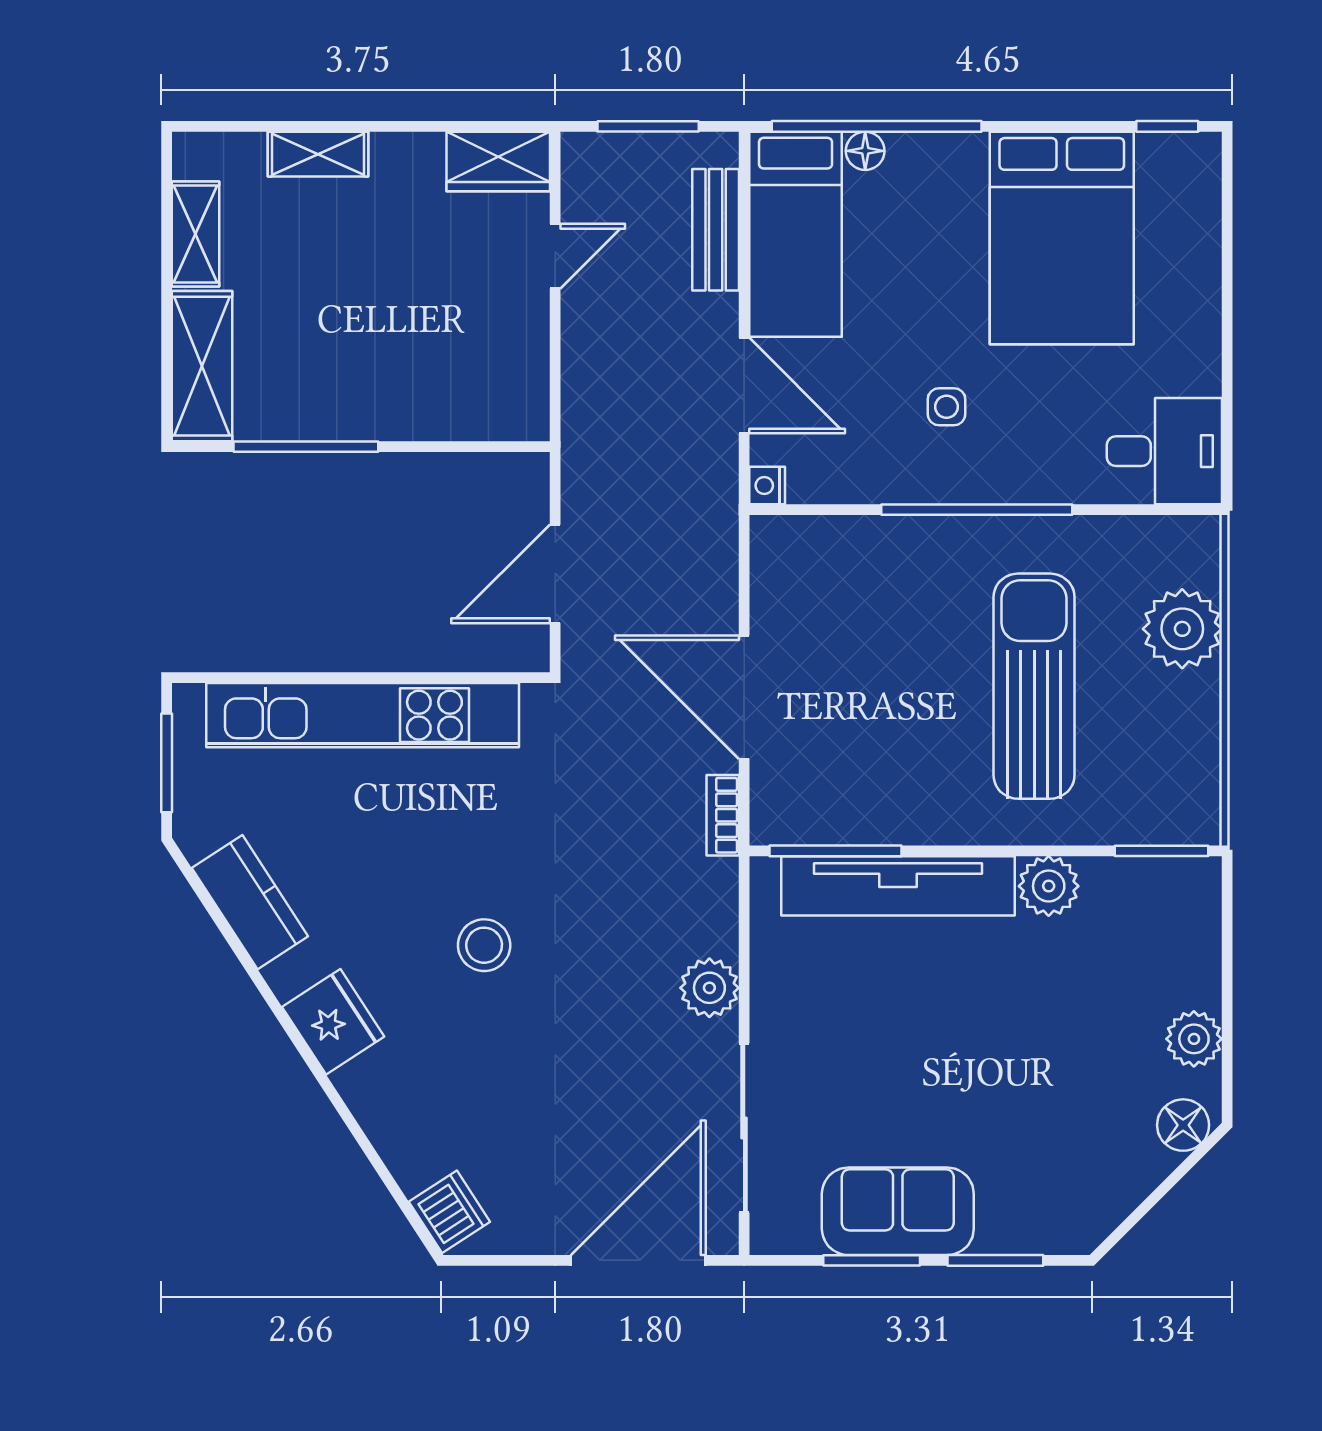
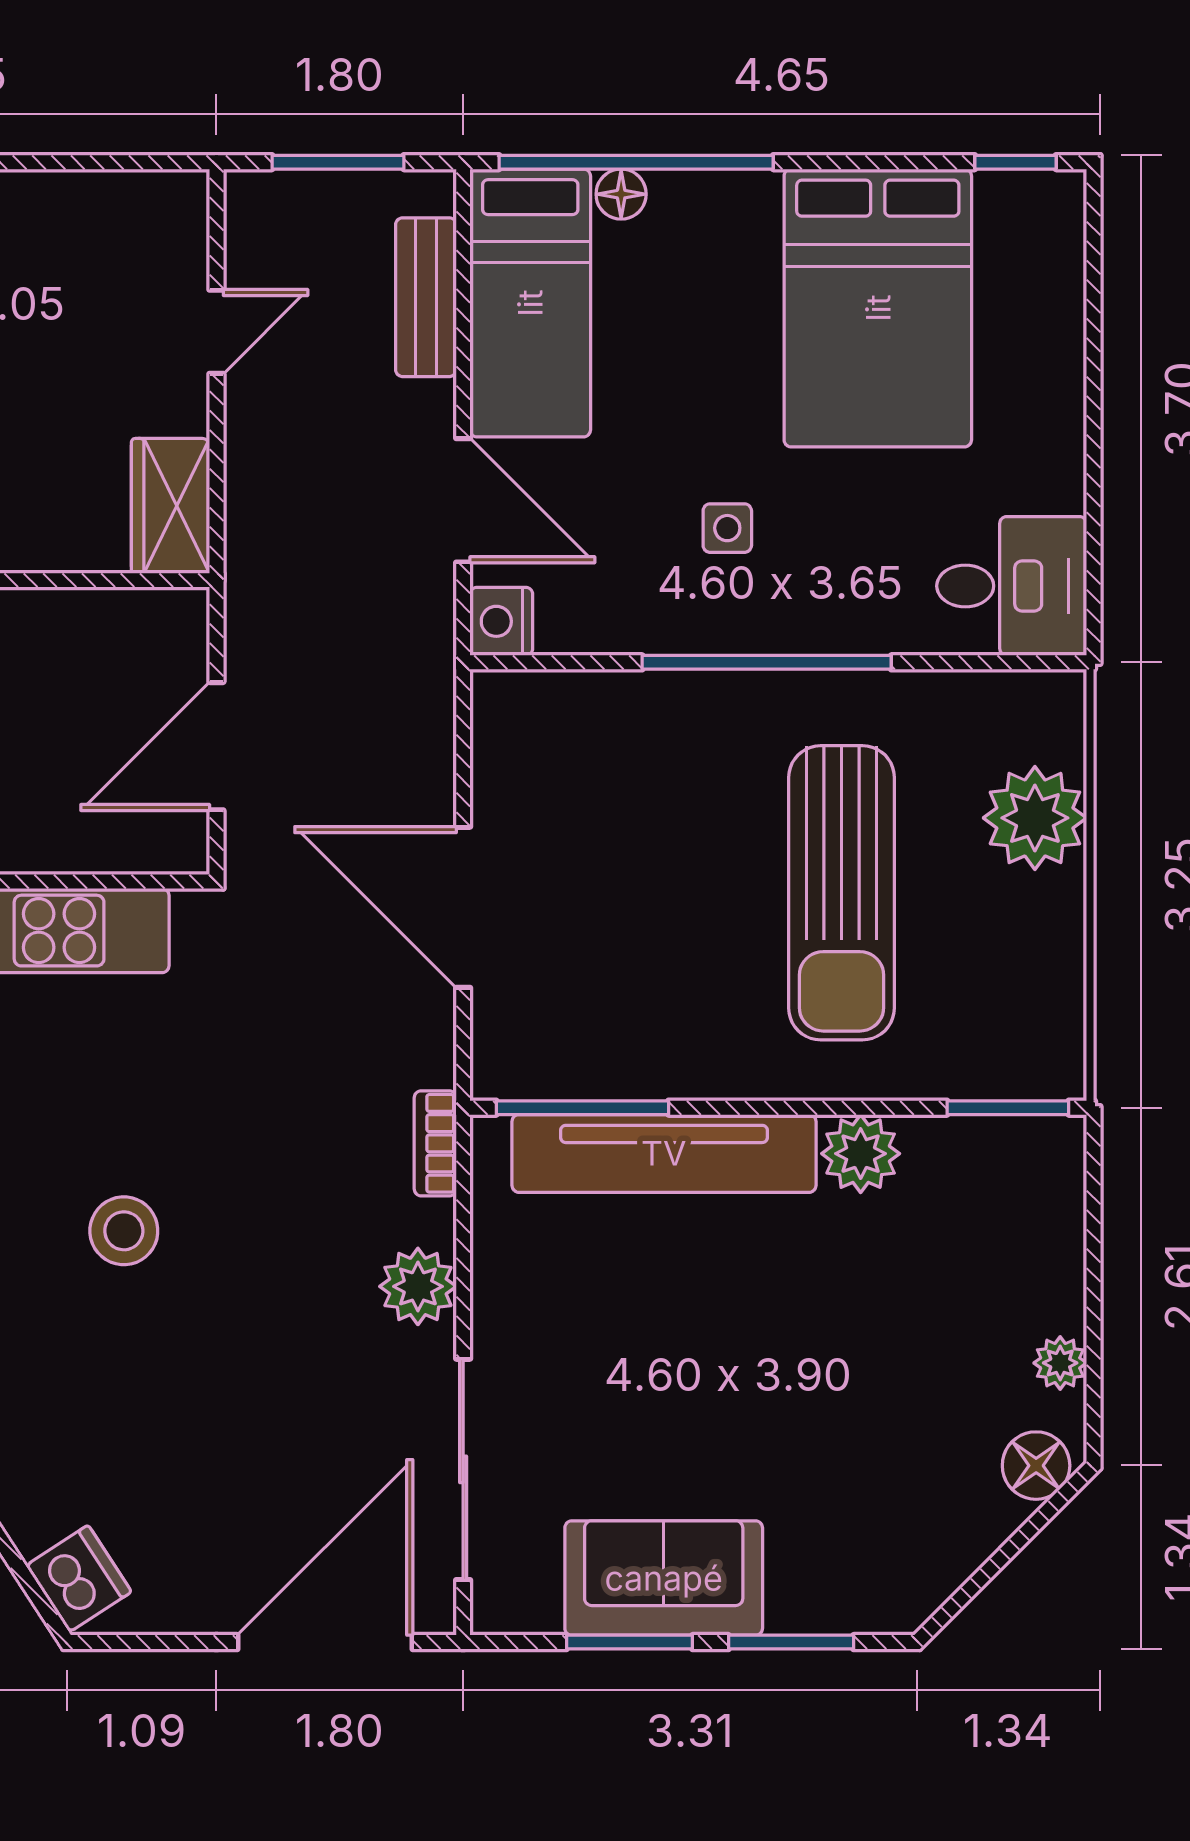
wardrobe: (498, 162) -> (171, 506), moved, turned 90
nightstand: (767, 486) -> (501, 621), width x1.39, depth x1.35
sun lounger: (1034, 686) -> (842, 893), turned 180
bookcase: (723, 815) -> (435, 1143), moved
plant: (1194, 1039) -> (1060, 1363), width x0.73, depth x0.73

